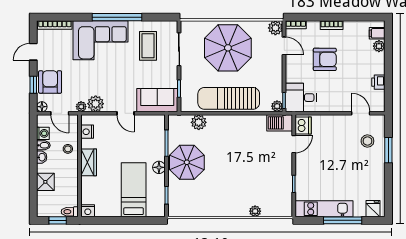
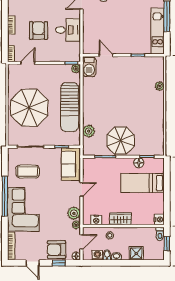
plant: (275, 28) -> (13, 70), removed
desk: (301, 98) -> (68, 30), moved, turned -90
dishwasher: (303, 126) -> (91, 48), removed
floor lamp: (159, 167) -> (139, 163), moved

